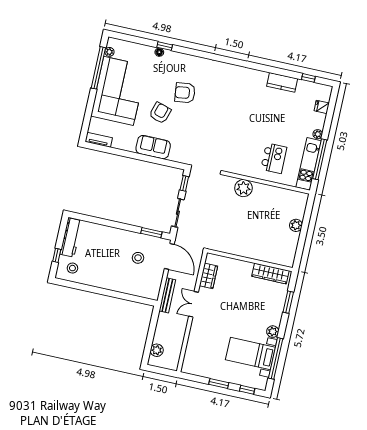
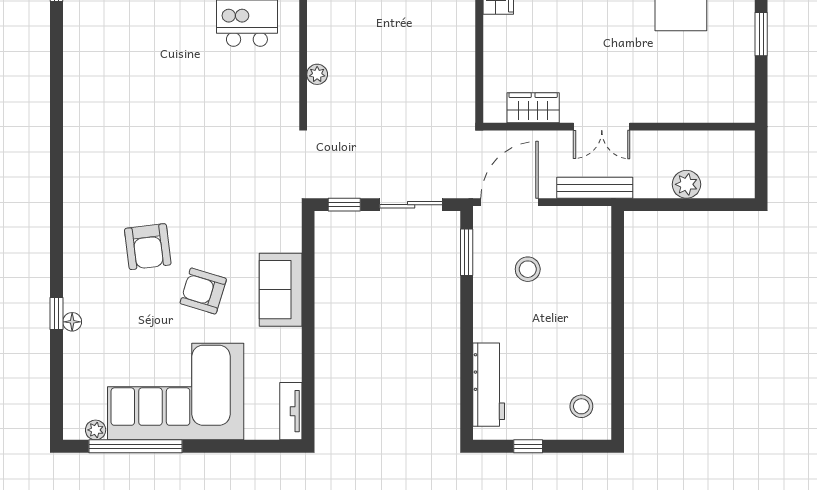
kitchen counter: (282, 82) -> (79, 41), removed
plant: (243, 188) -> (317, 74), width x0.53, depth x0.53
workbench: (71, 237) -> (489, 385), moved, turned 90
window: (57, 255) -> (528, 446), moved
plant: (157, 350) -> (686, 184), moved

